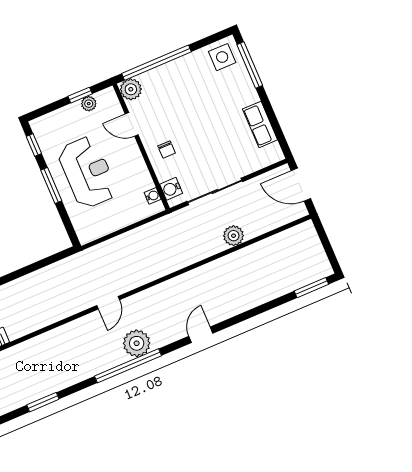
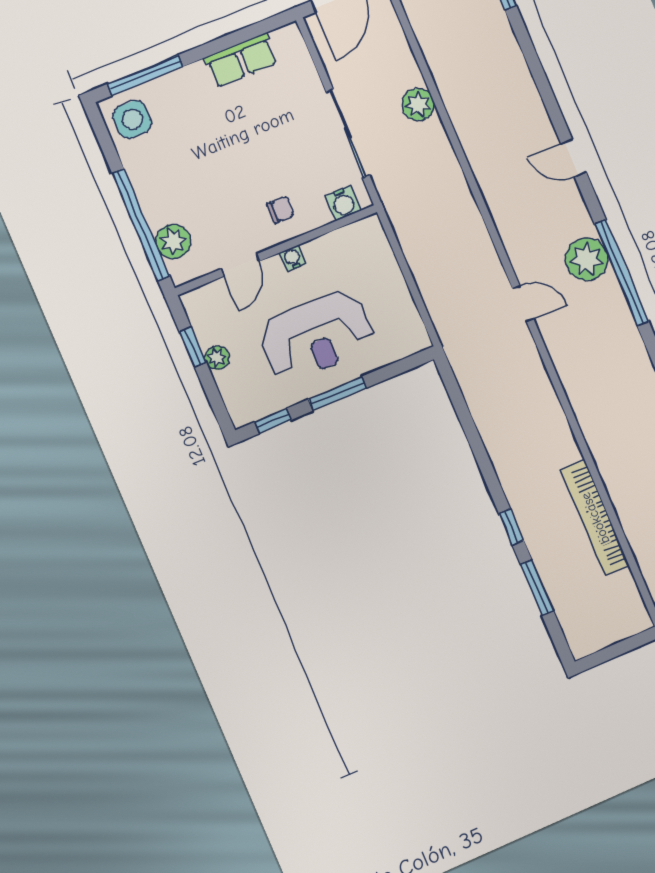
plant: (131, 89) -> (173, 241), moved
plant: (89, 104) -> (217, 358), moved
reception desk: (88, 172) -> (317, 336), turned 180
water cooler: (153, 196) -> (293, 258), moved

